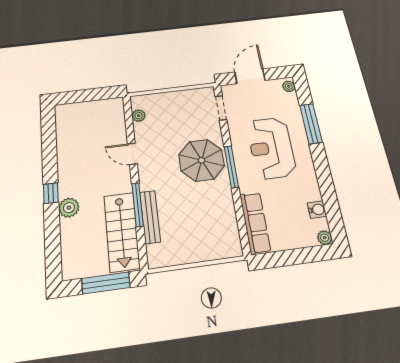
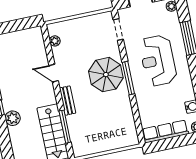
window: (138, 205) -> (65, 127), moved
bench: (150, 217) -> (68, 101), moved, width x0.73
row of seats: (255, 223) -> (165, 131), moved, turned -90

